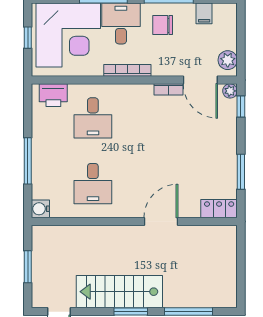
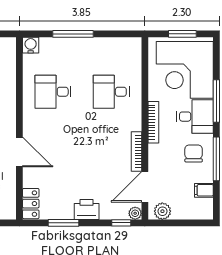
window: (28, 38) -> (182, 34), width x1.50
bookcase: (168, 89) -> (136, 152), width x1.56
printer: (53, 95) -> (87, 210), moved, turned 90

